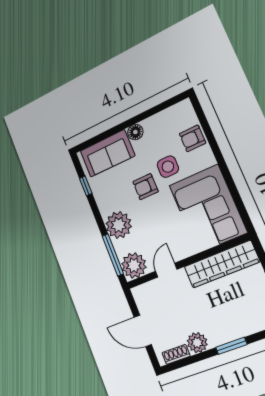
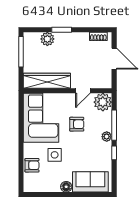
window: (86, 186) -> (114, 153), moved
armchair: (145, 187) -> (77, 124), moved
plant: (119, 225) -> (107, 137), width x0.53, depth x0.53
window: (113, 255) -> (114, 125), moved
plant: (197, 343) -> (47, 39), moved

